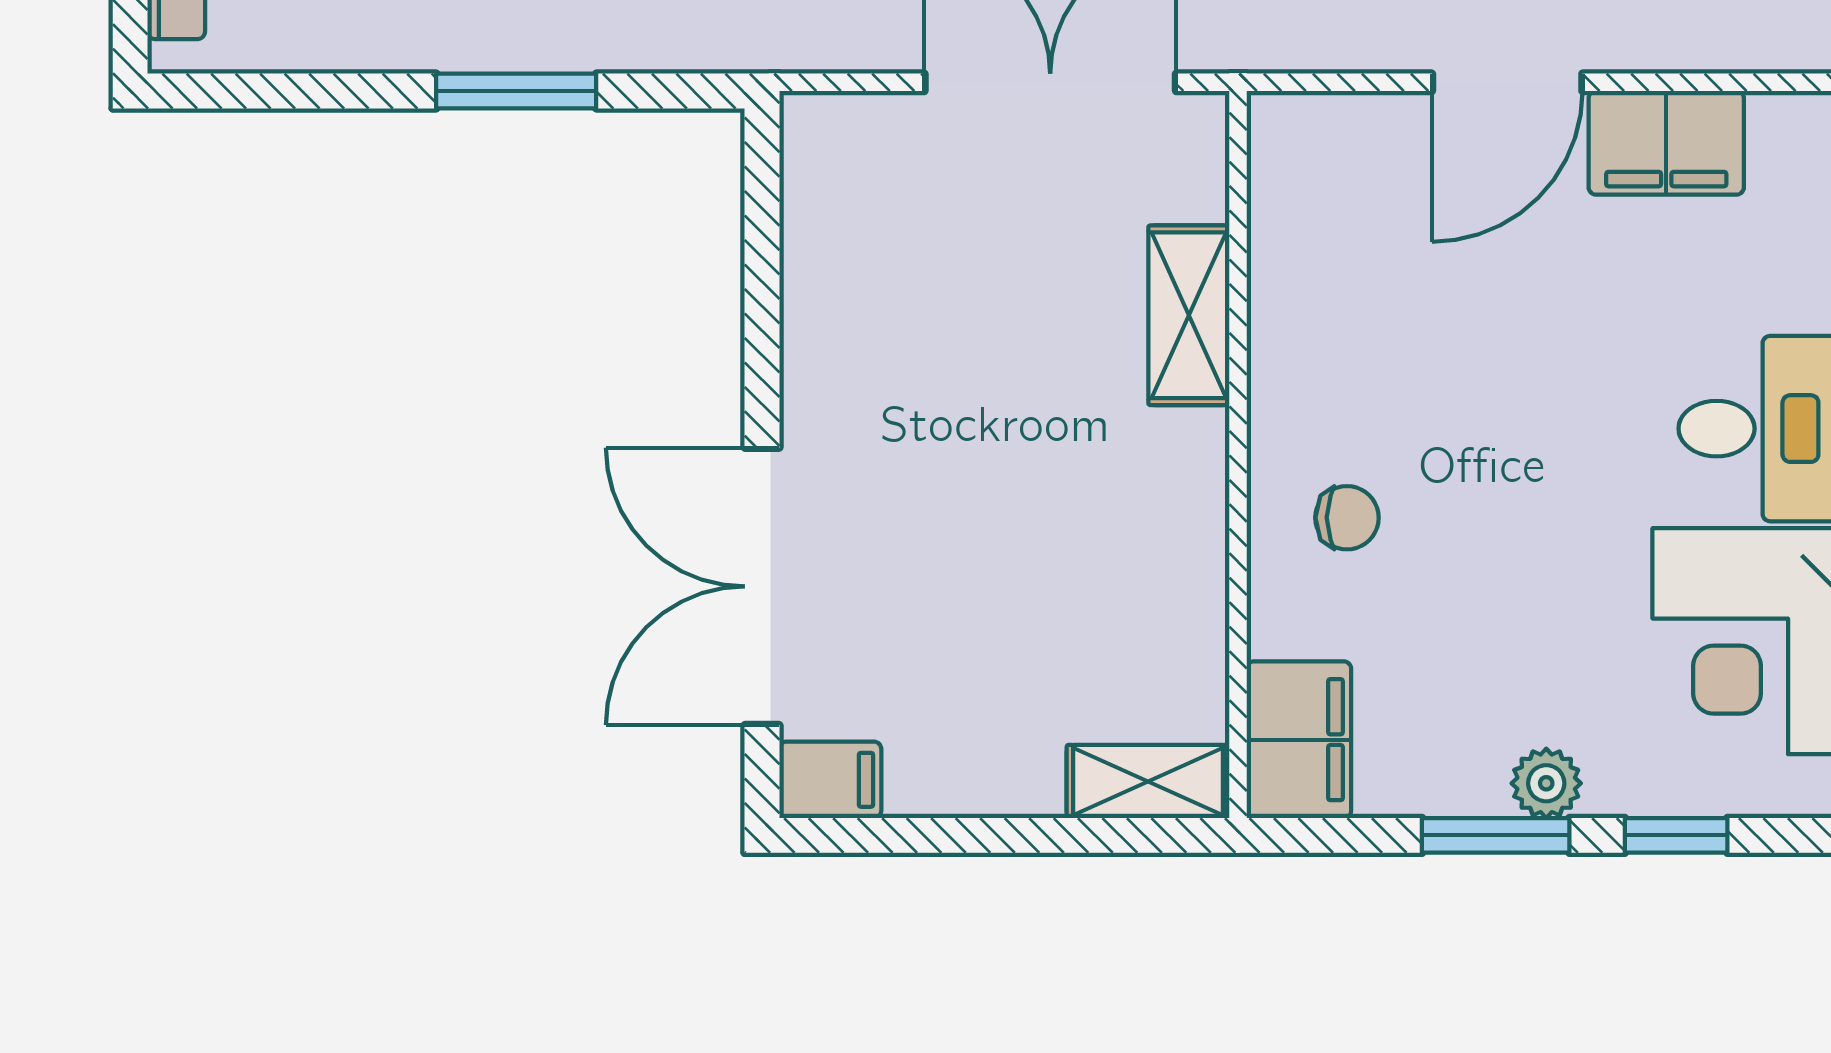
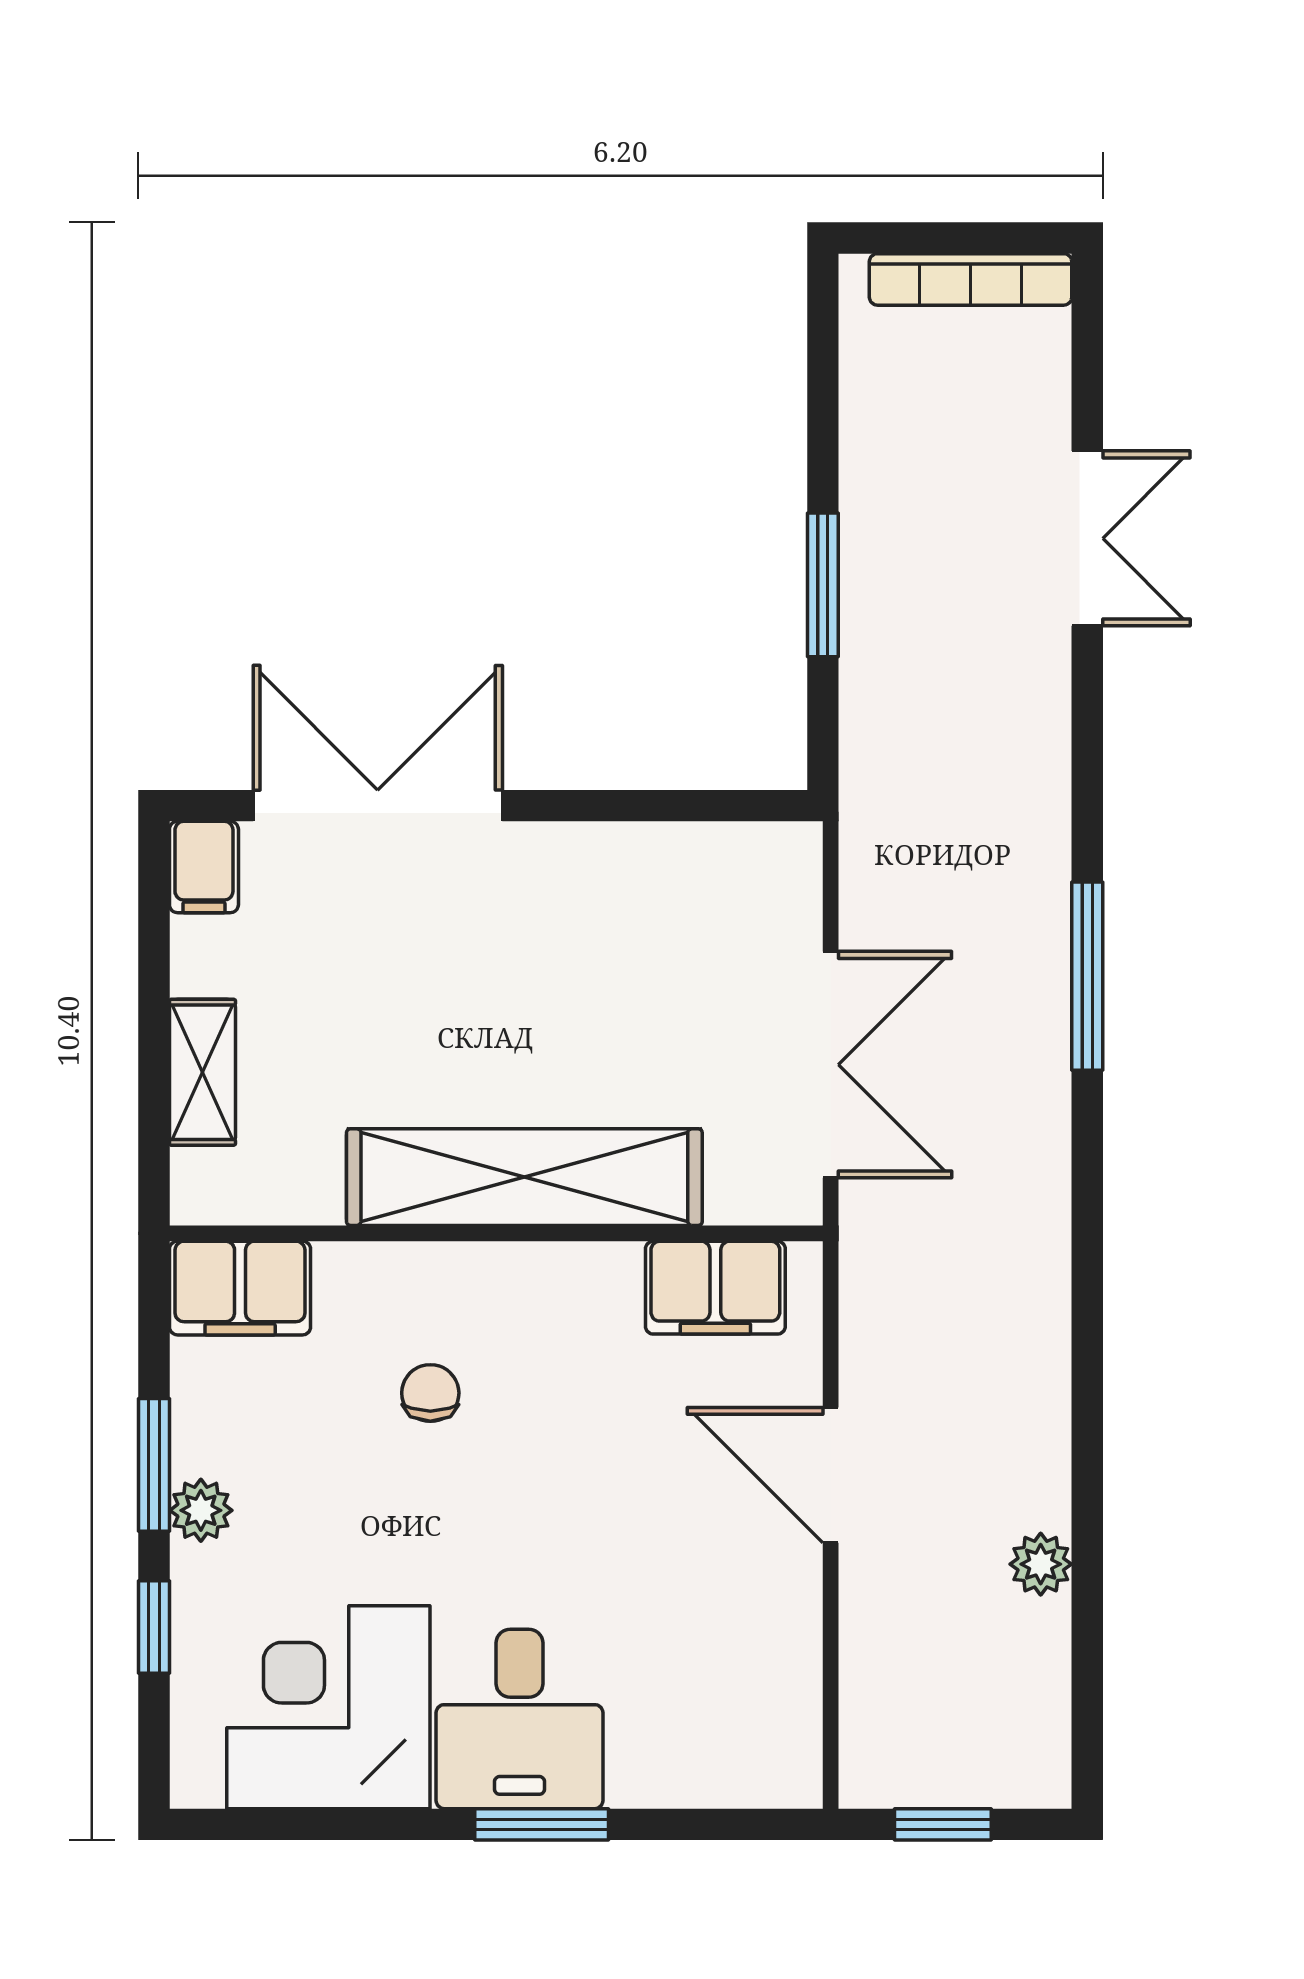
filing cabinet: (1666, 143) -> (715, 1288), moved, turned -90
shelving: (1189, 315) -> (524, 1177), width x2.20, depth x1.33
chair: (1347, 518) -> (430, 1393), moved, turned 180
shelving: (1148, 781) -> (202, 1072), moved

